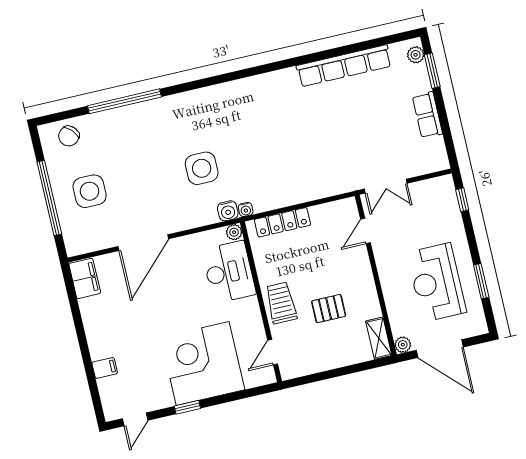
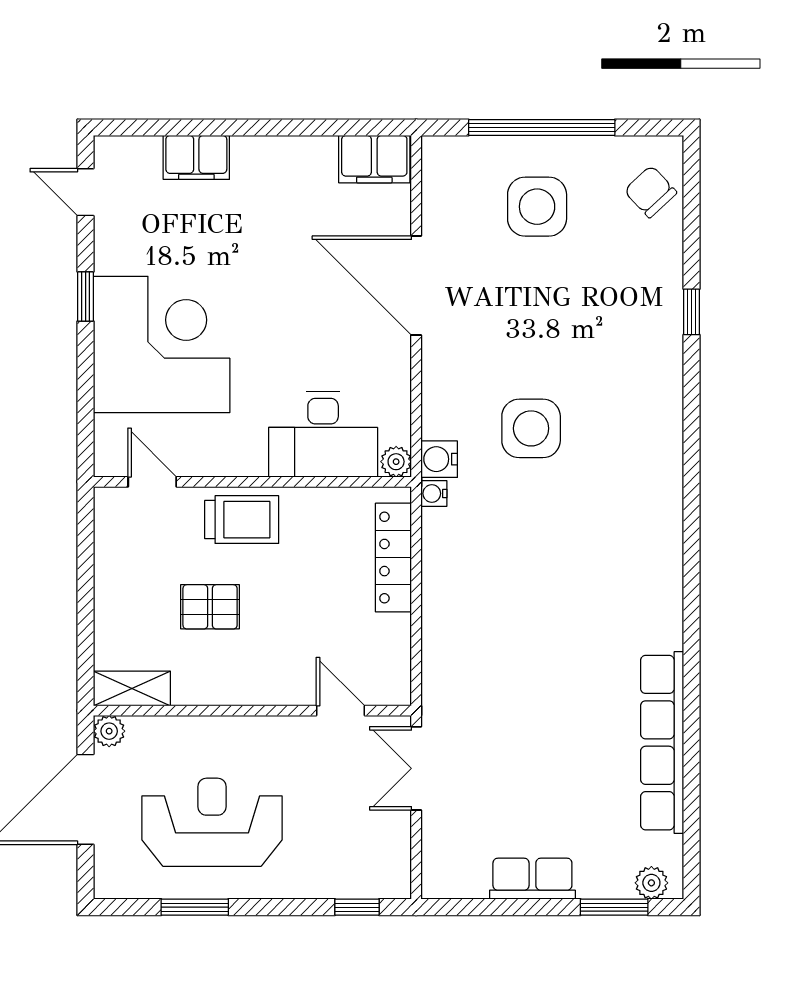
window: (124, 101) -> (692, 312), width x0.32
pallet: (329, 309) -> (210, 607), turned 90
filing cabinet: (105, 368) -> (196, 157), width x2.00

